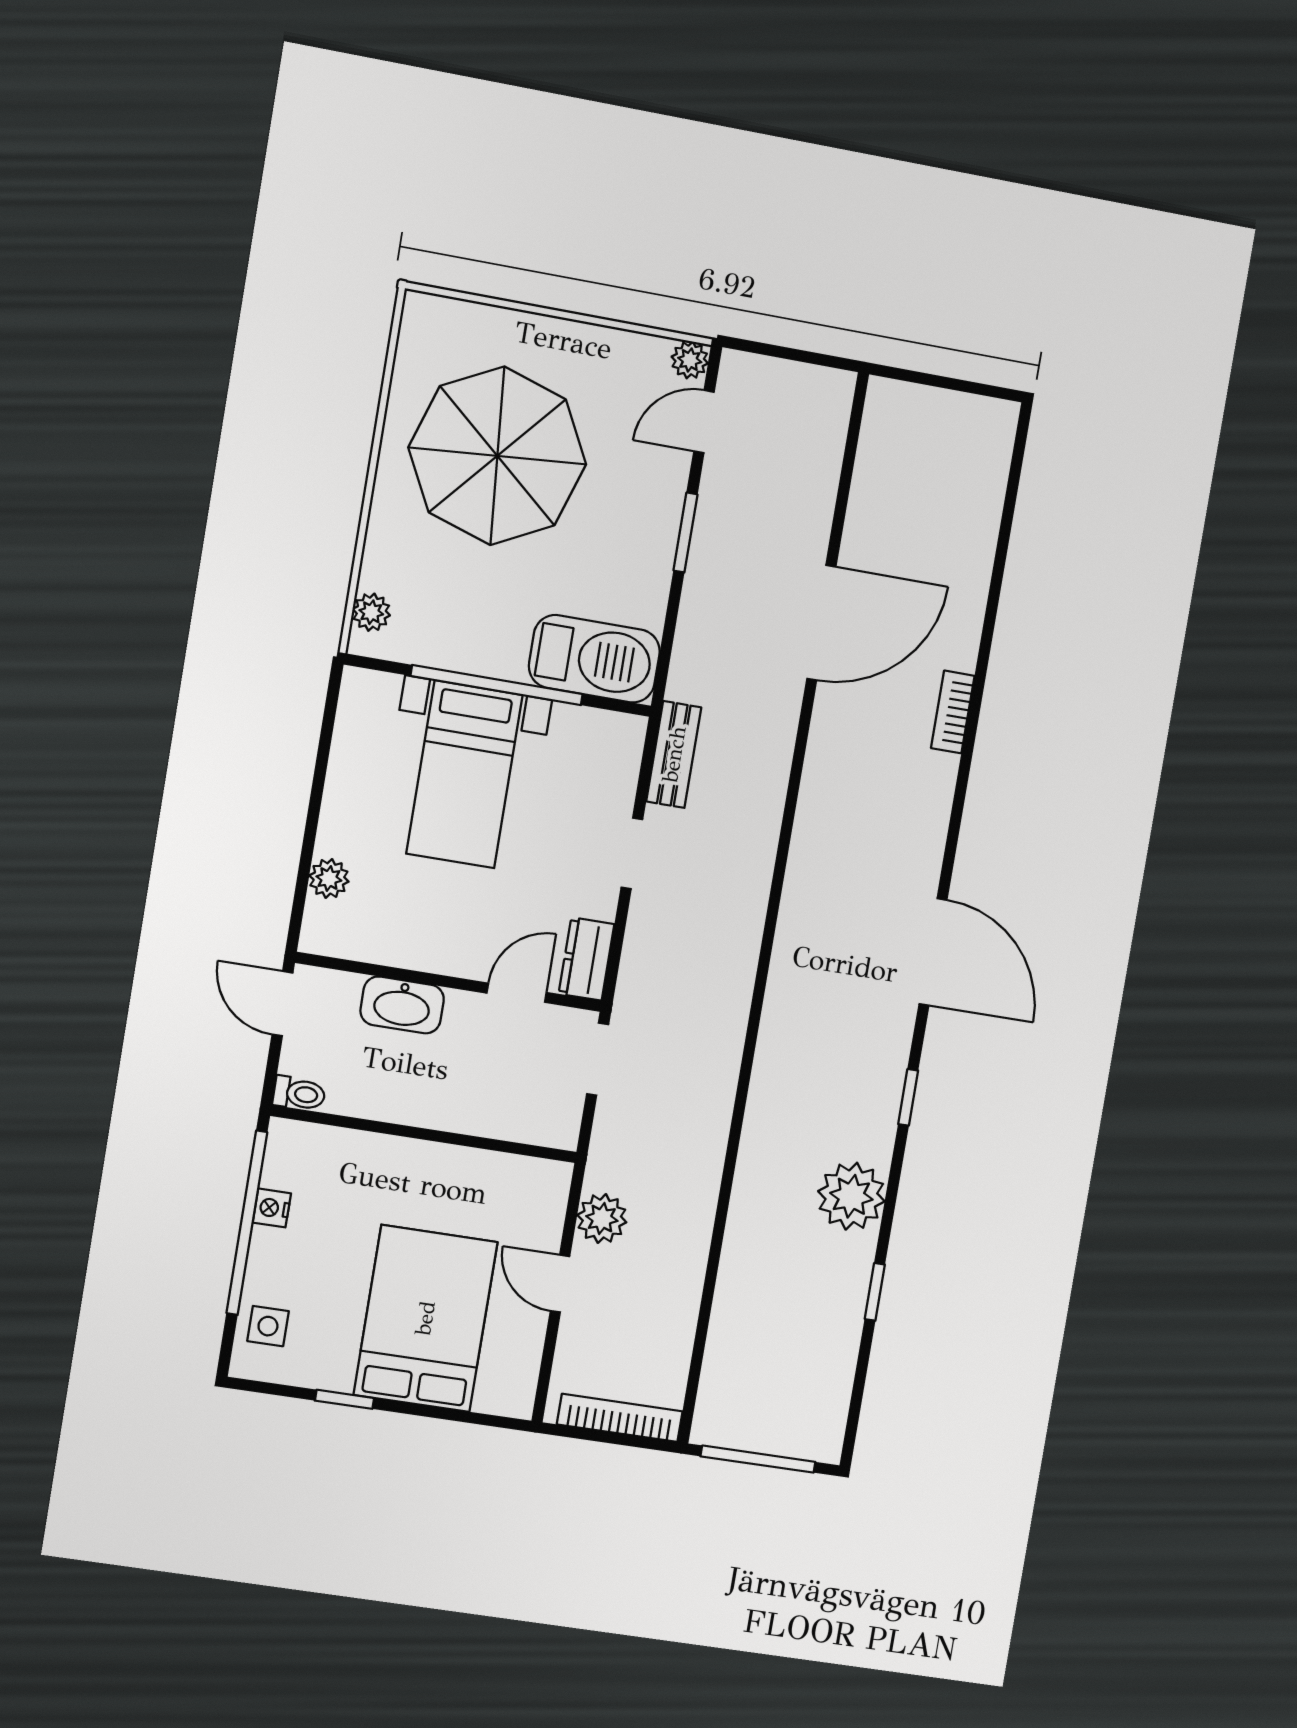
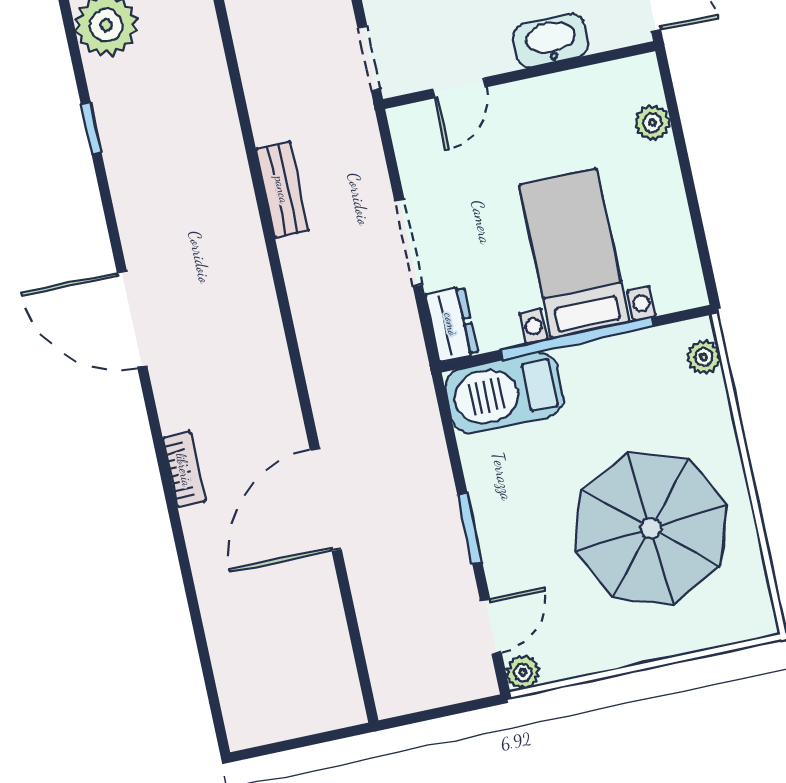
bench: (674, 754) -> (282, 190), moved
doorway: (632, 853) -> (409, 243), width x1.38
door: (933, 952) -> (132, 319), moved
dresser: (586, 959) -> (451, 324), moved

